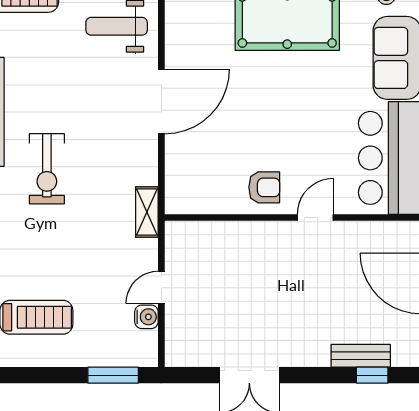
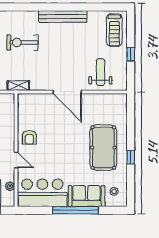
exercise bike: (47, 169) -> (22, 42), moved
plant: (375, 231) -> (10, 186), added

